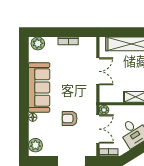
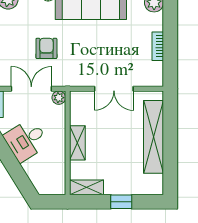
double door: (98, 129) -> (31, 89), swing flipped

